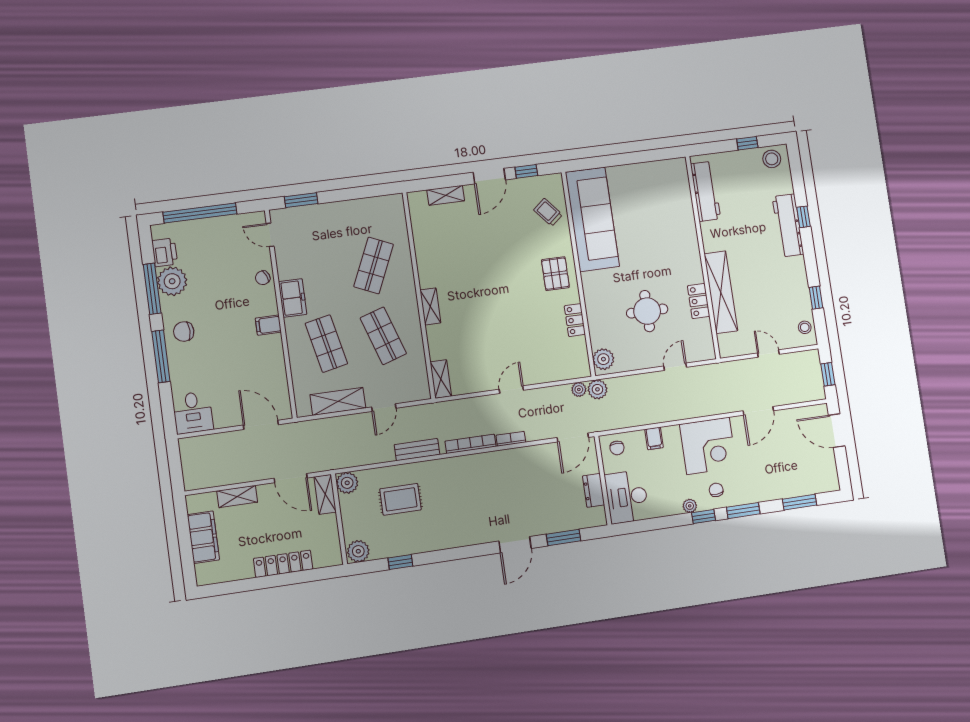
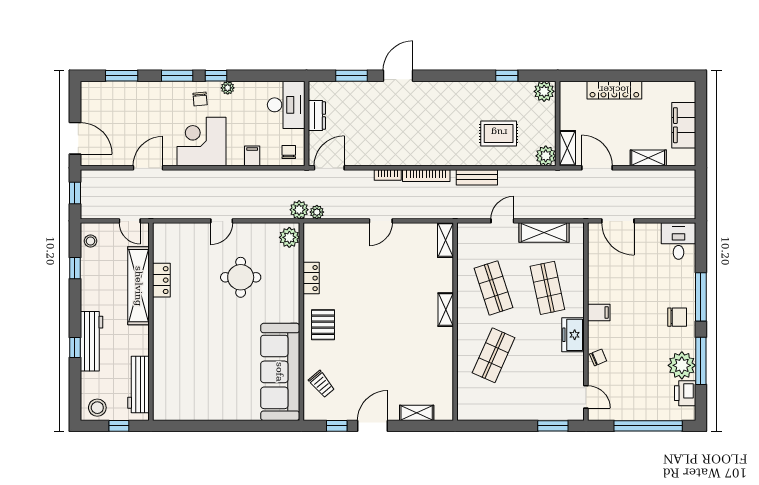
workbench: (706, 191) -> (139, 385), moved
wall: (703, 257) -> (151, 322), moved
shelving: (721, 292) -> (139, 286), moved
locker: (699, 301) -> (161, 280), moved

